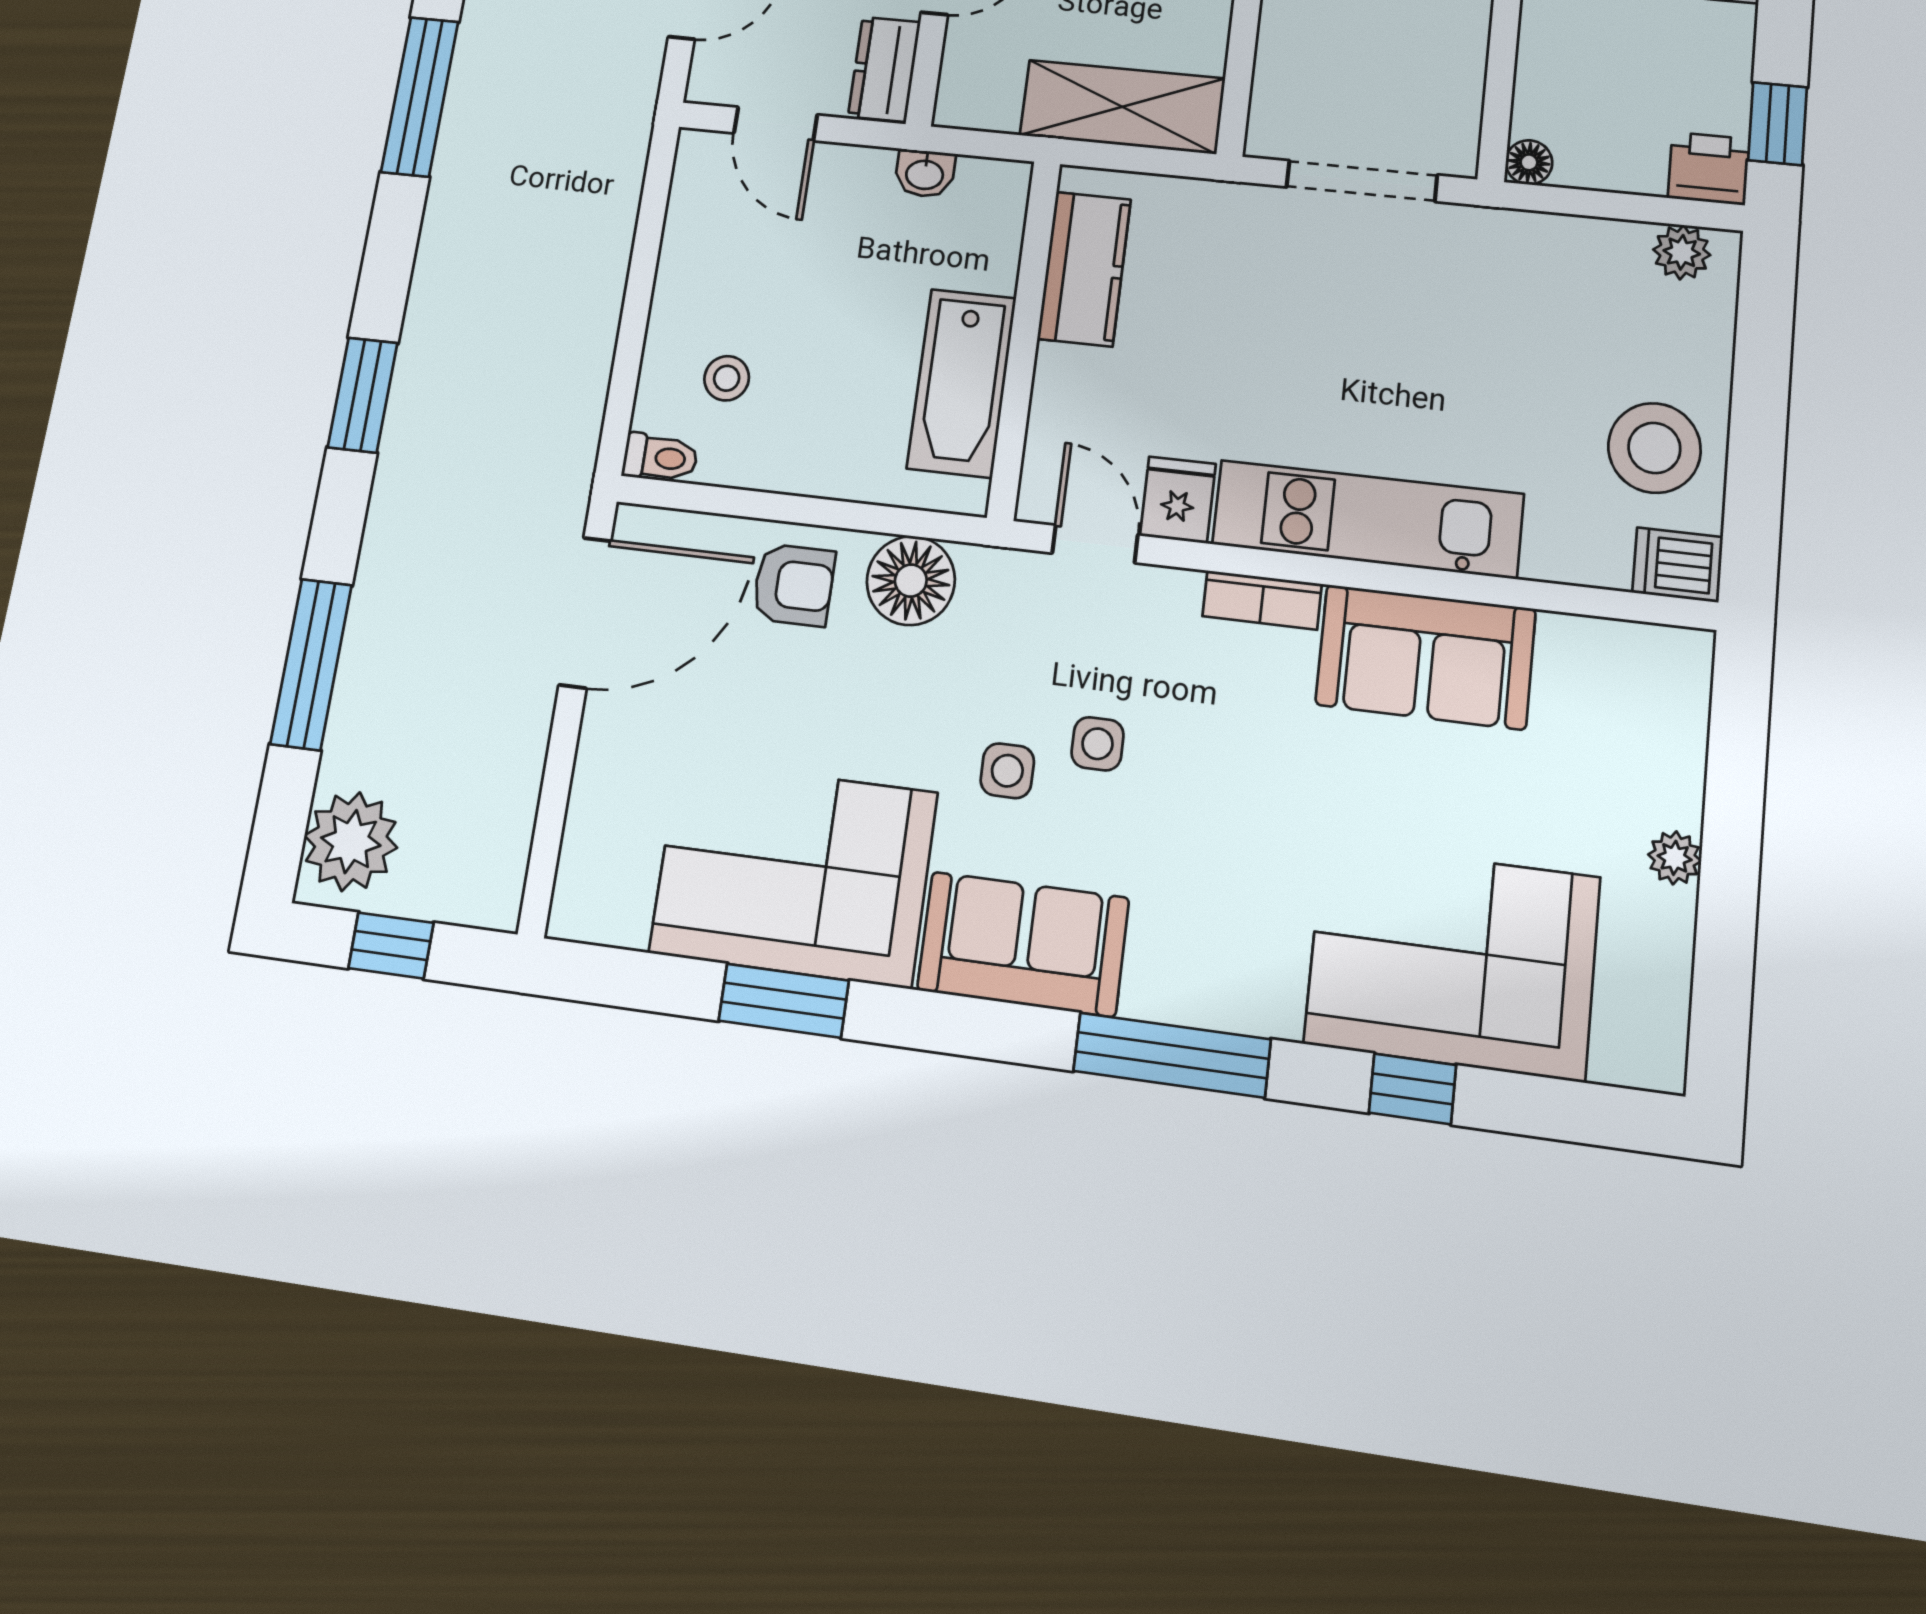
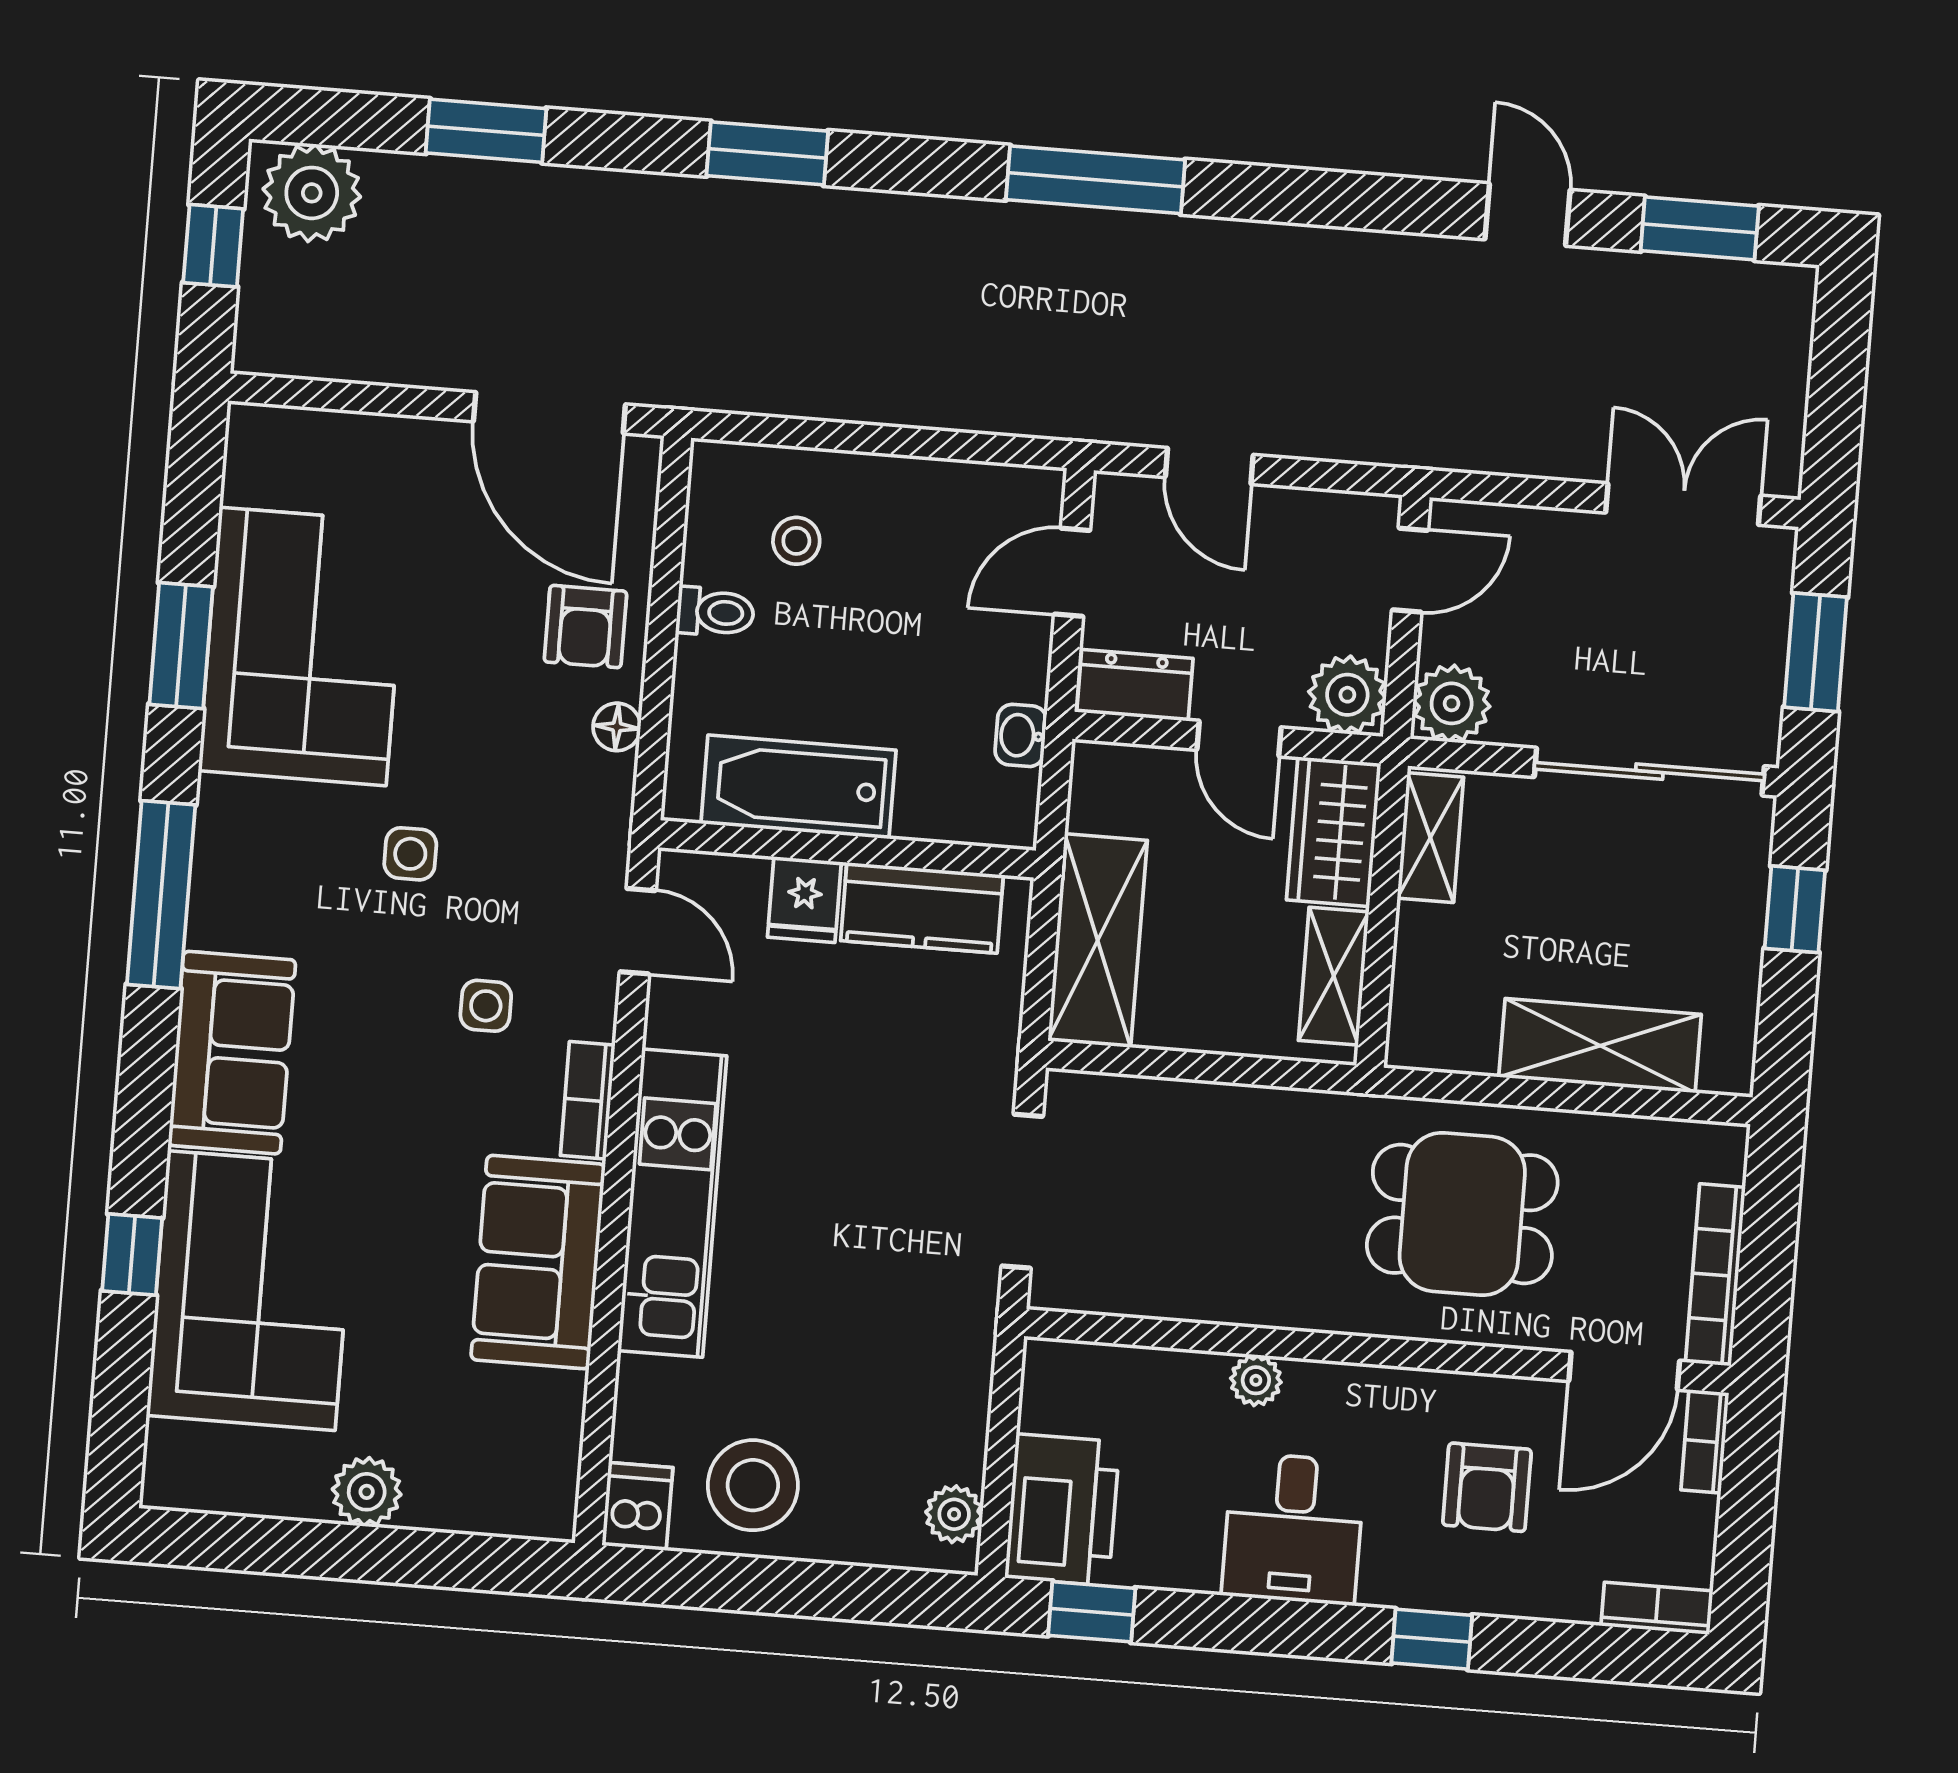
floor lamp: (1529, 162) -> (1046, 1361), removed
printer: (1709, 169) -> (1062, 1510), width x1.87, depth x1.48
toilet: (660, 458) -> (715, 612), moved, turned -90
fridge: (1178, 500) -> (804, 900), moved, turned 90
door: (1095, 544) -> (638, 931), hinge flipped
floor lamp: (911, 581) -> (617, 727), width x0.53, depth x0.53
window: (311, 664) -> (486, 131), width x0.69
side table: (1097, 744) -> (486, 1006), moved
plant: (1675, 858) -> (367, 1492), width x1.38, depth x1.38
sofa: (1023, 944) -> (232, 1053), moved
window: (1172, 1055) -> (161, 895), moved

